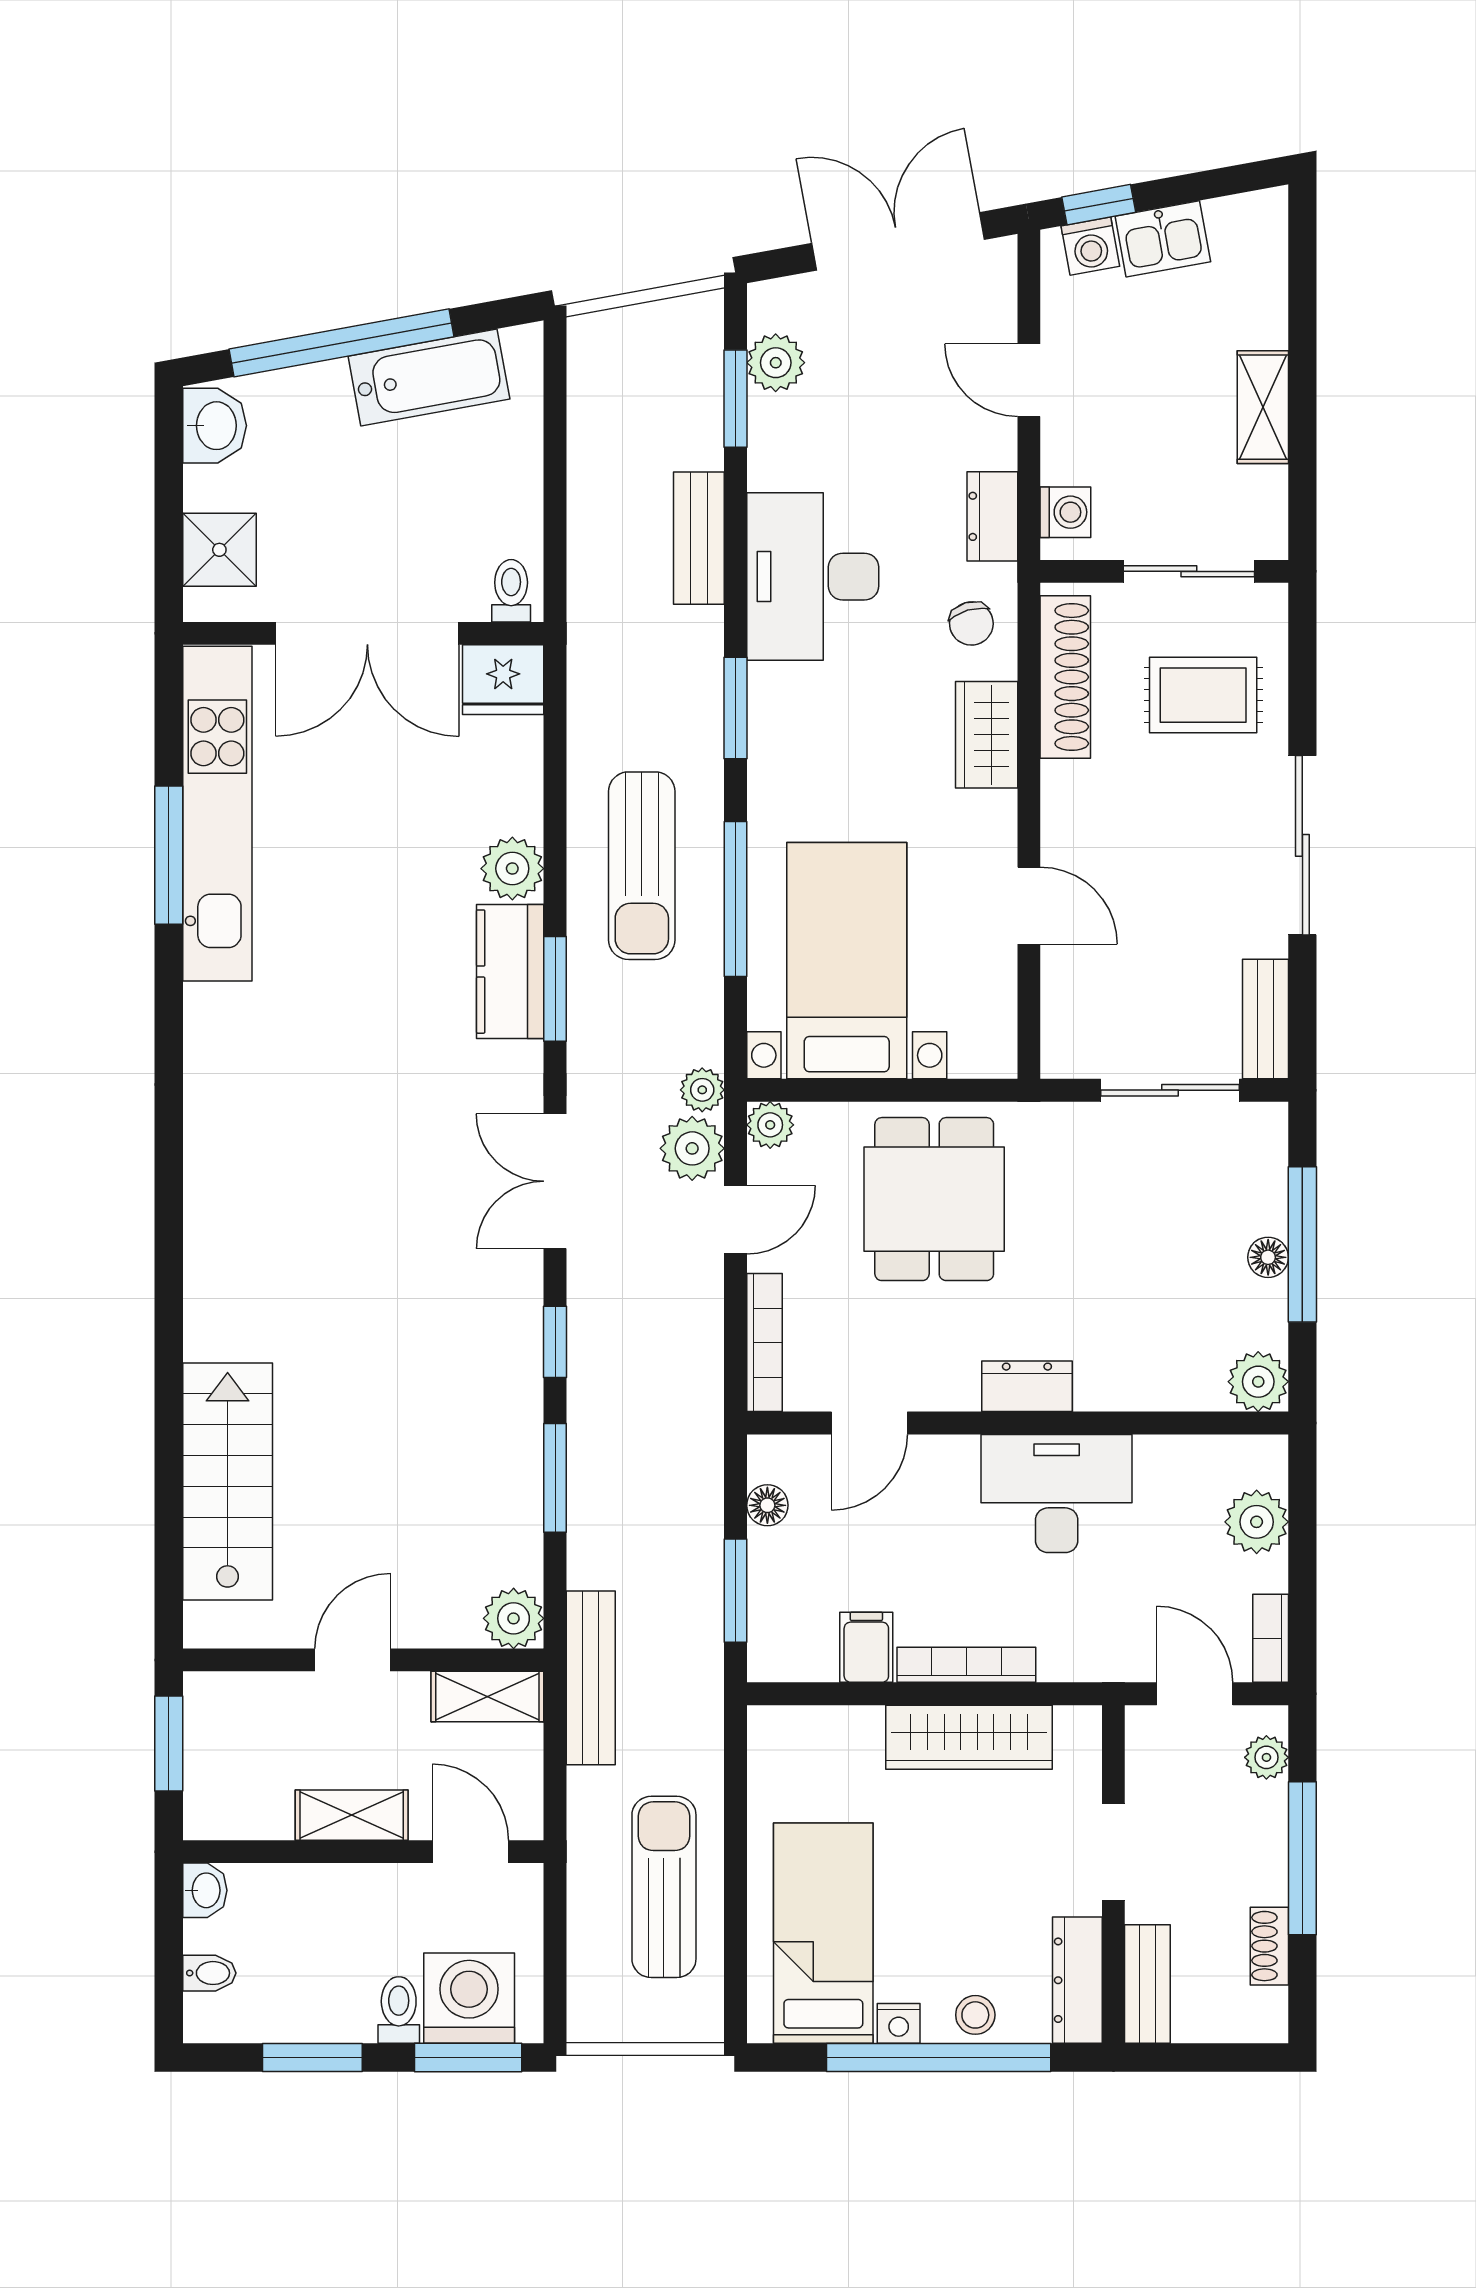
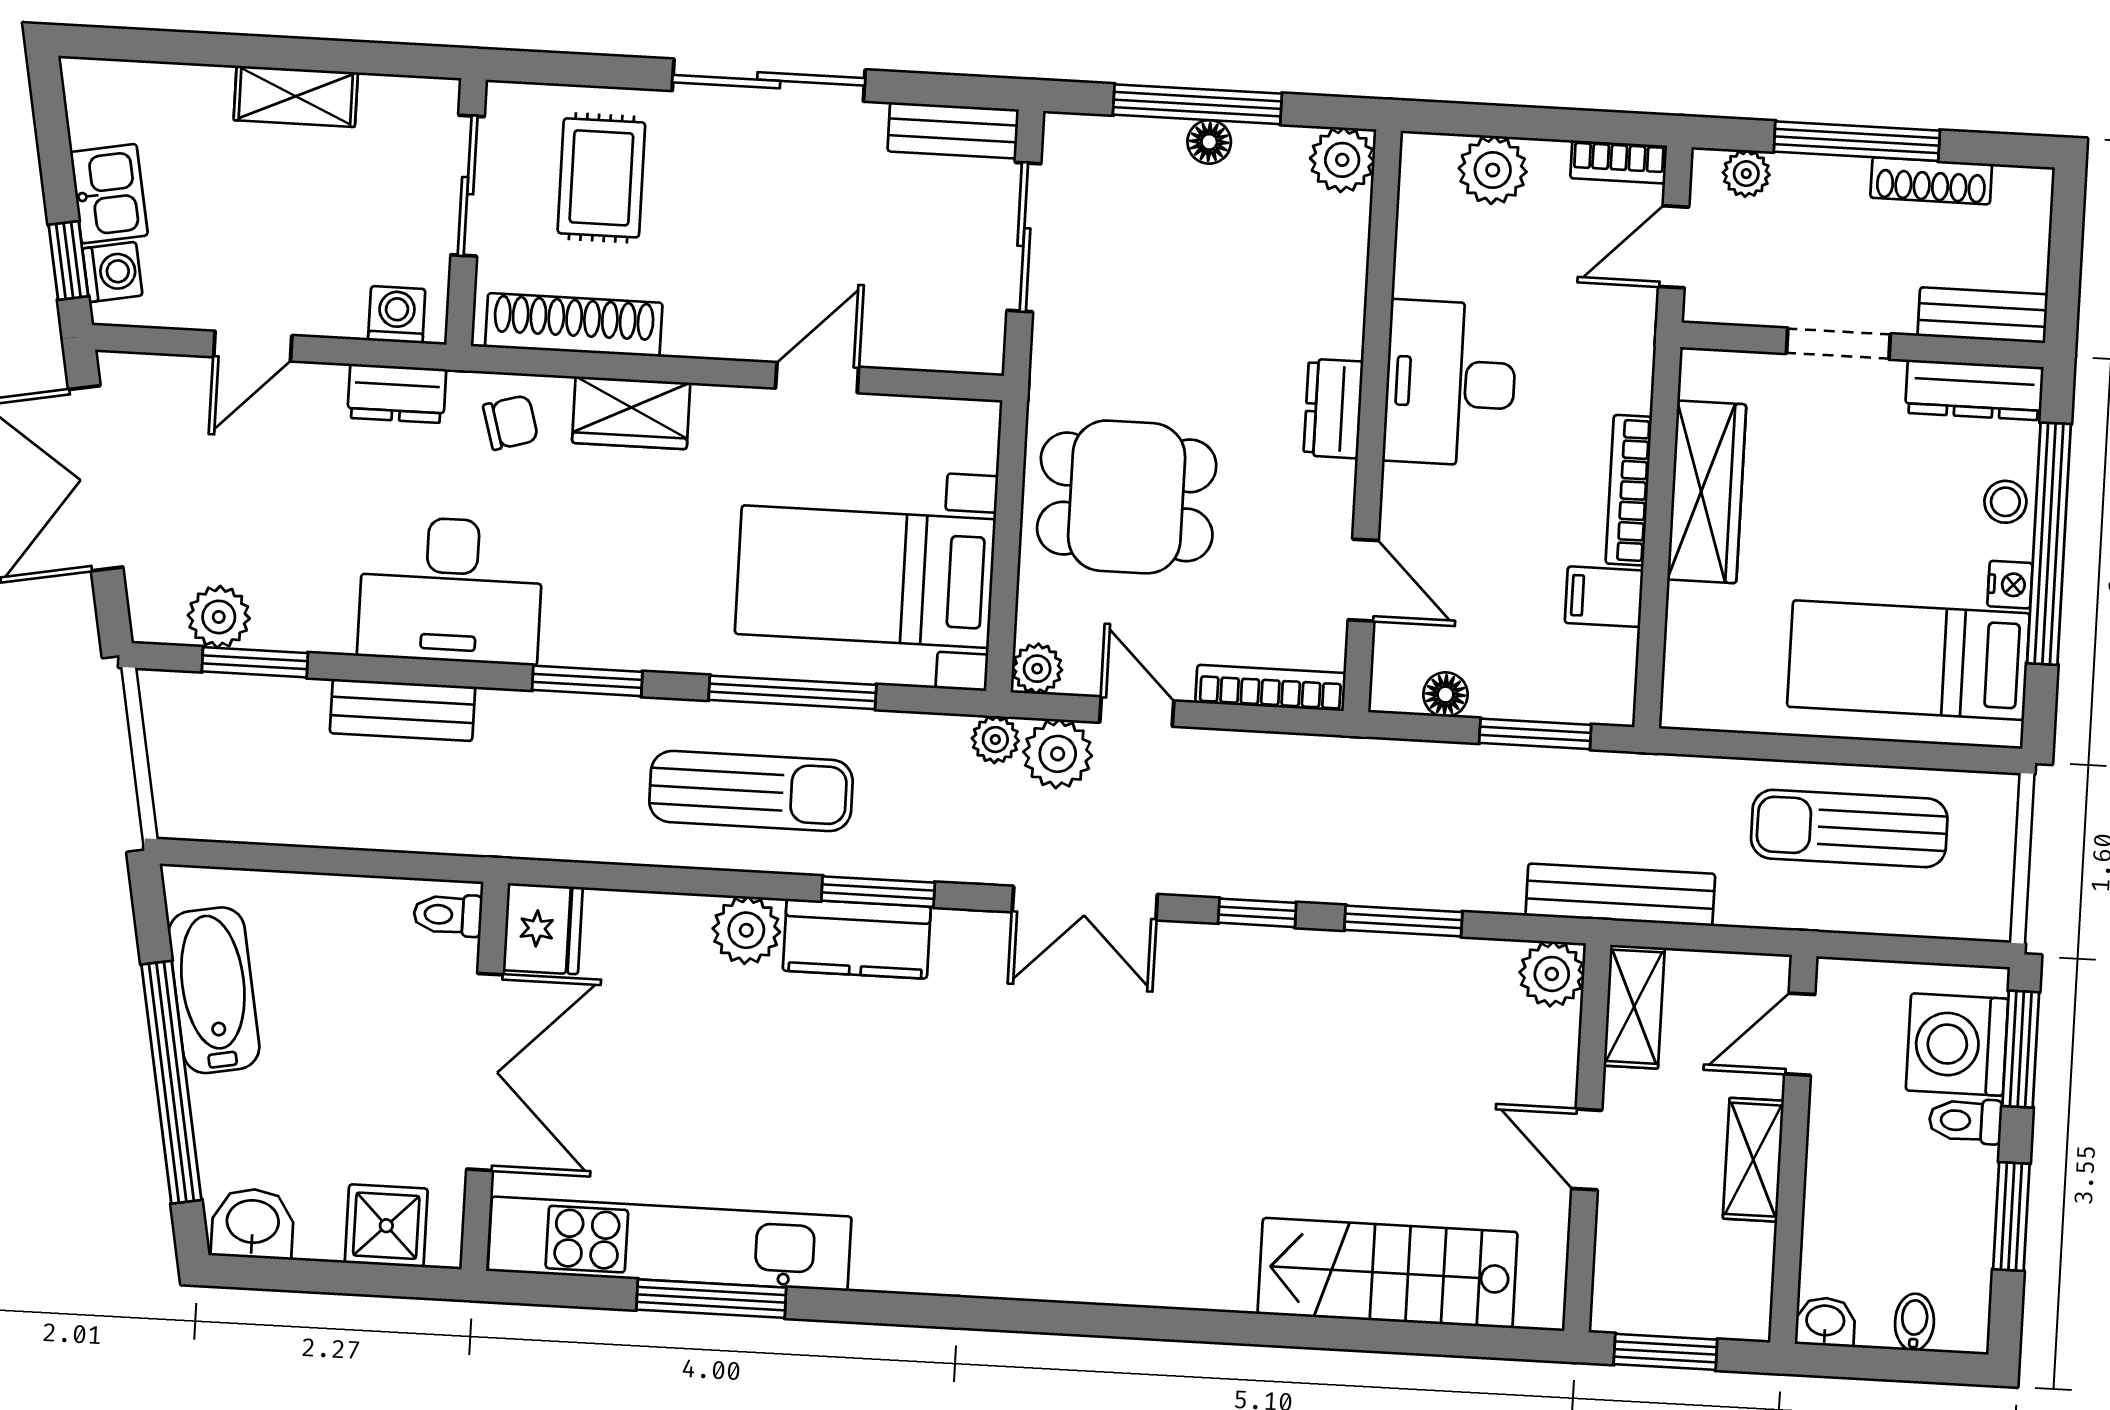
shoe rack: (1269, 1946) -> (1931, 181), width x1.43

